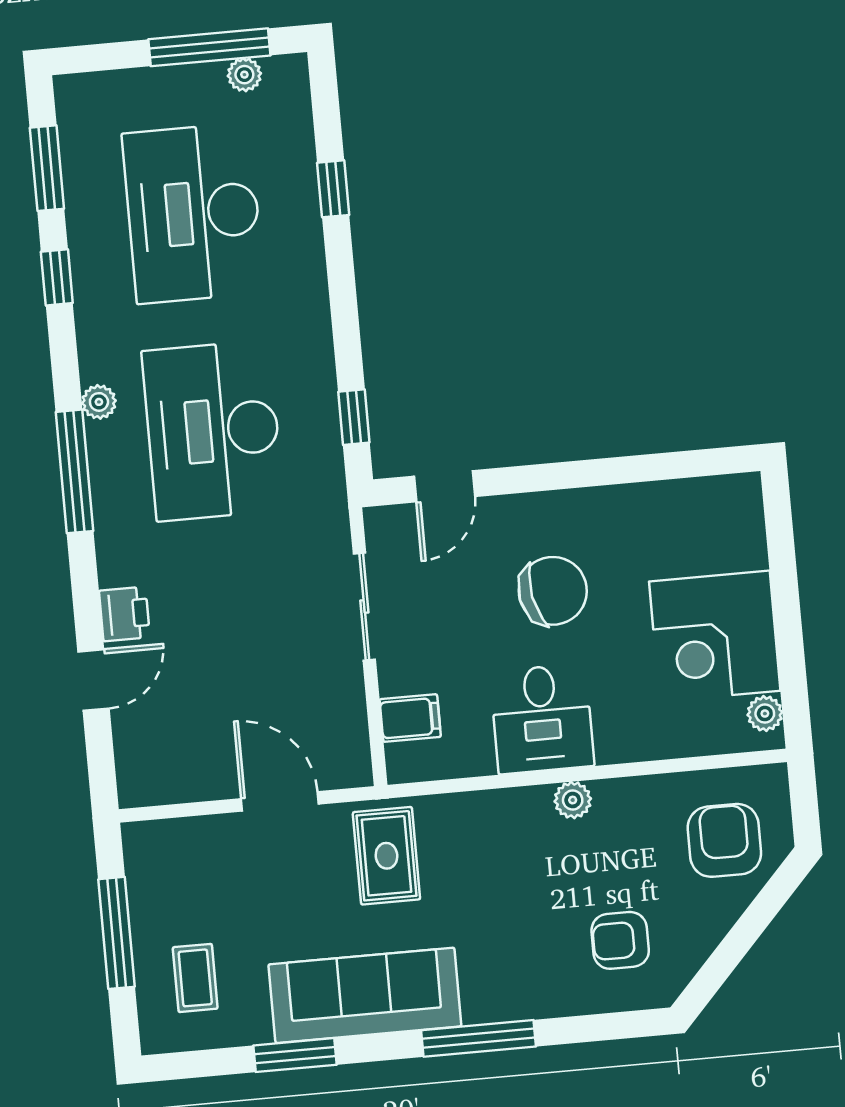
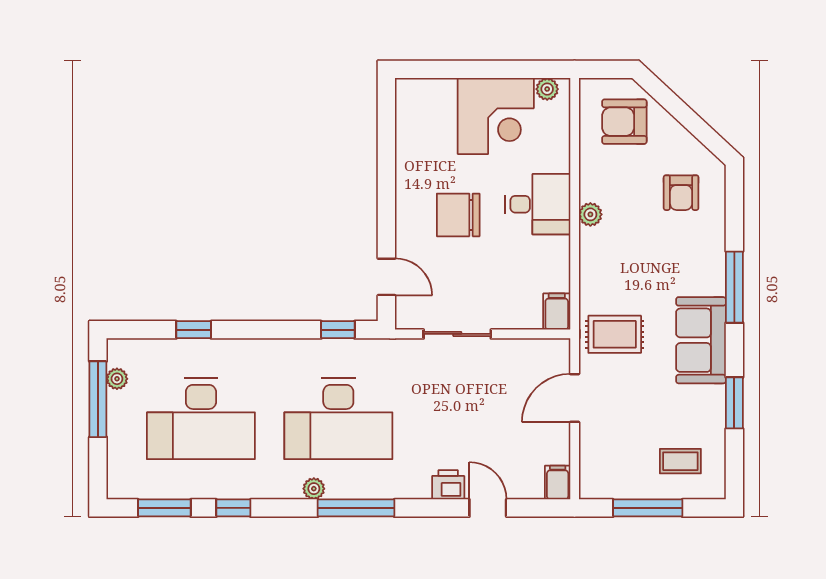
chair: (553, 591) -> (458, 215), turned -79
filing cabinet: (410, 718) -> (557, 312), moved
desk: (542, 719) -> (538, 204), moved
filing cabinet: (144, 787) -> (558, 482), added
sofa: (365, 995) -> (701, 340), width x0.73

